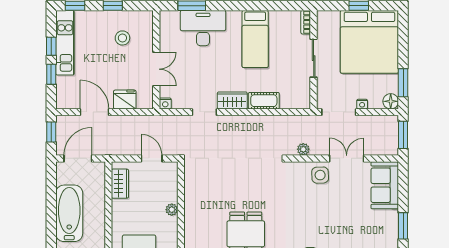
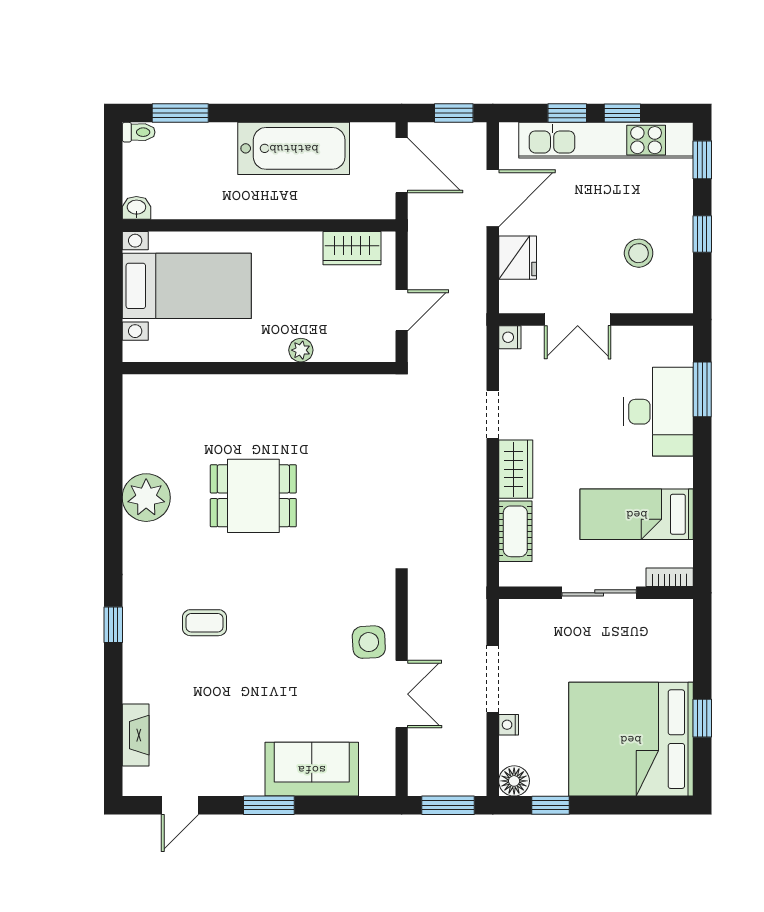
bookcase: (306, 22) -> (670, 577), moved
kitchen unit: (65, 43) -> (606, 140), width x1.36
sliding door: (314, 58) -> (599, 593), moved
wall: (314, 60) -> (596, 593), moved
window: (403, 83) -> (551, 805), width x0.67
plant: (303, 149) -> (420, 609), removed
sofa: (385, 185) -> (312, 769), moved

